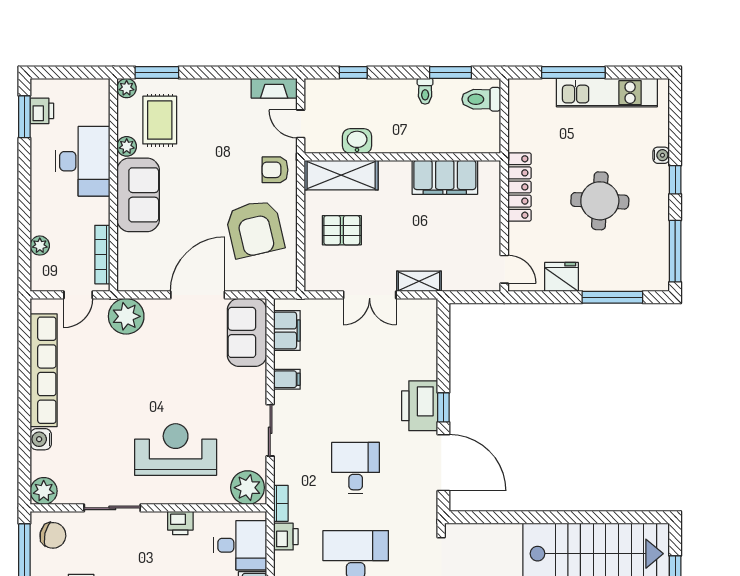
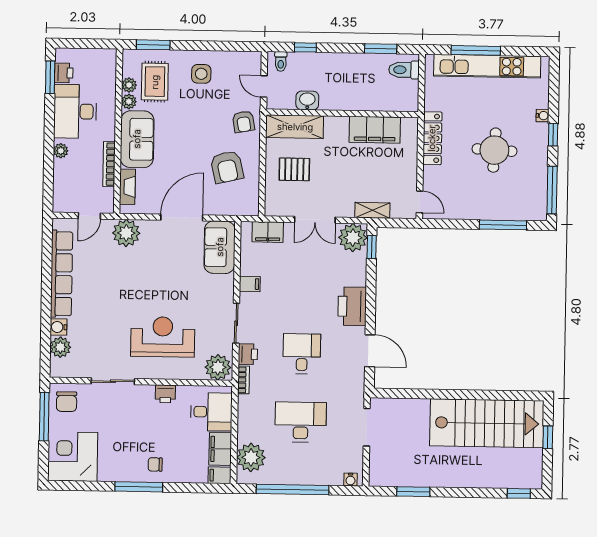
plant: (127, 88) -> (129, 85), moved
fireplace: (274, 88) -> (127, 187), moved, turned -90
toilet: (425, 91) -> (281, 61), moved
kitchen unit: (607, 93) -> (487, 66), width x1.36
side table: (219, 109) -> (201, 74), added
desk: (83, 161) -> (75, 111), moved, turned 180
armchair: (275, 170) -> (243, 122), turned -100
armchair: (255, 229) -> (227, 167), width x0.73, depth x0.73
plant: (40, 246) -> (61, 151), moved
bookcase: (102, 255) -> (109, 164), moved
fridge: (561, 277) -> (464, 208), removed
shelving: (419, 281) -> (372, 210), moved
plant: (419, 317) -> (353, 238), added
filing cabinet: (287, 331) -> (268, 232), moved, turned 90
window: (443, 407) -> (372, 247), moved
door: (443, 463) -> (370, 351), width x0.73
plant: (44, 491) -> (60, 347), moved
chair: (53, 535) -> (67, 402), turned 77
printer: (286, 537) -> (248, 354), moved

